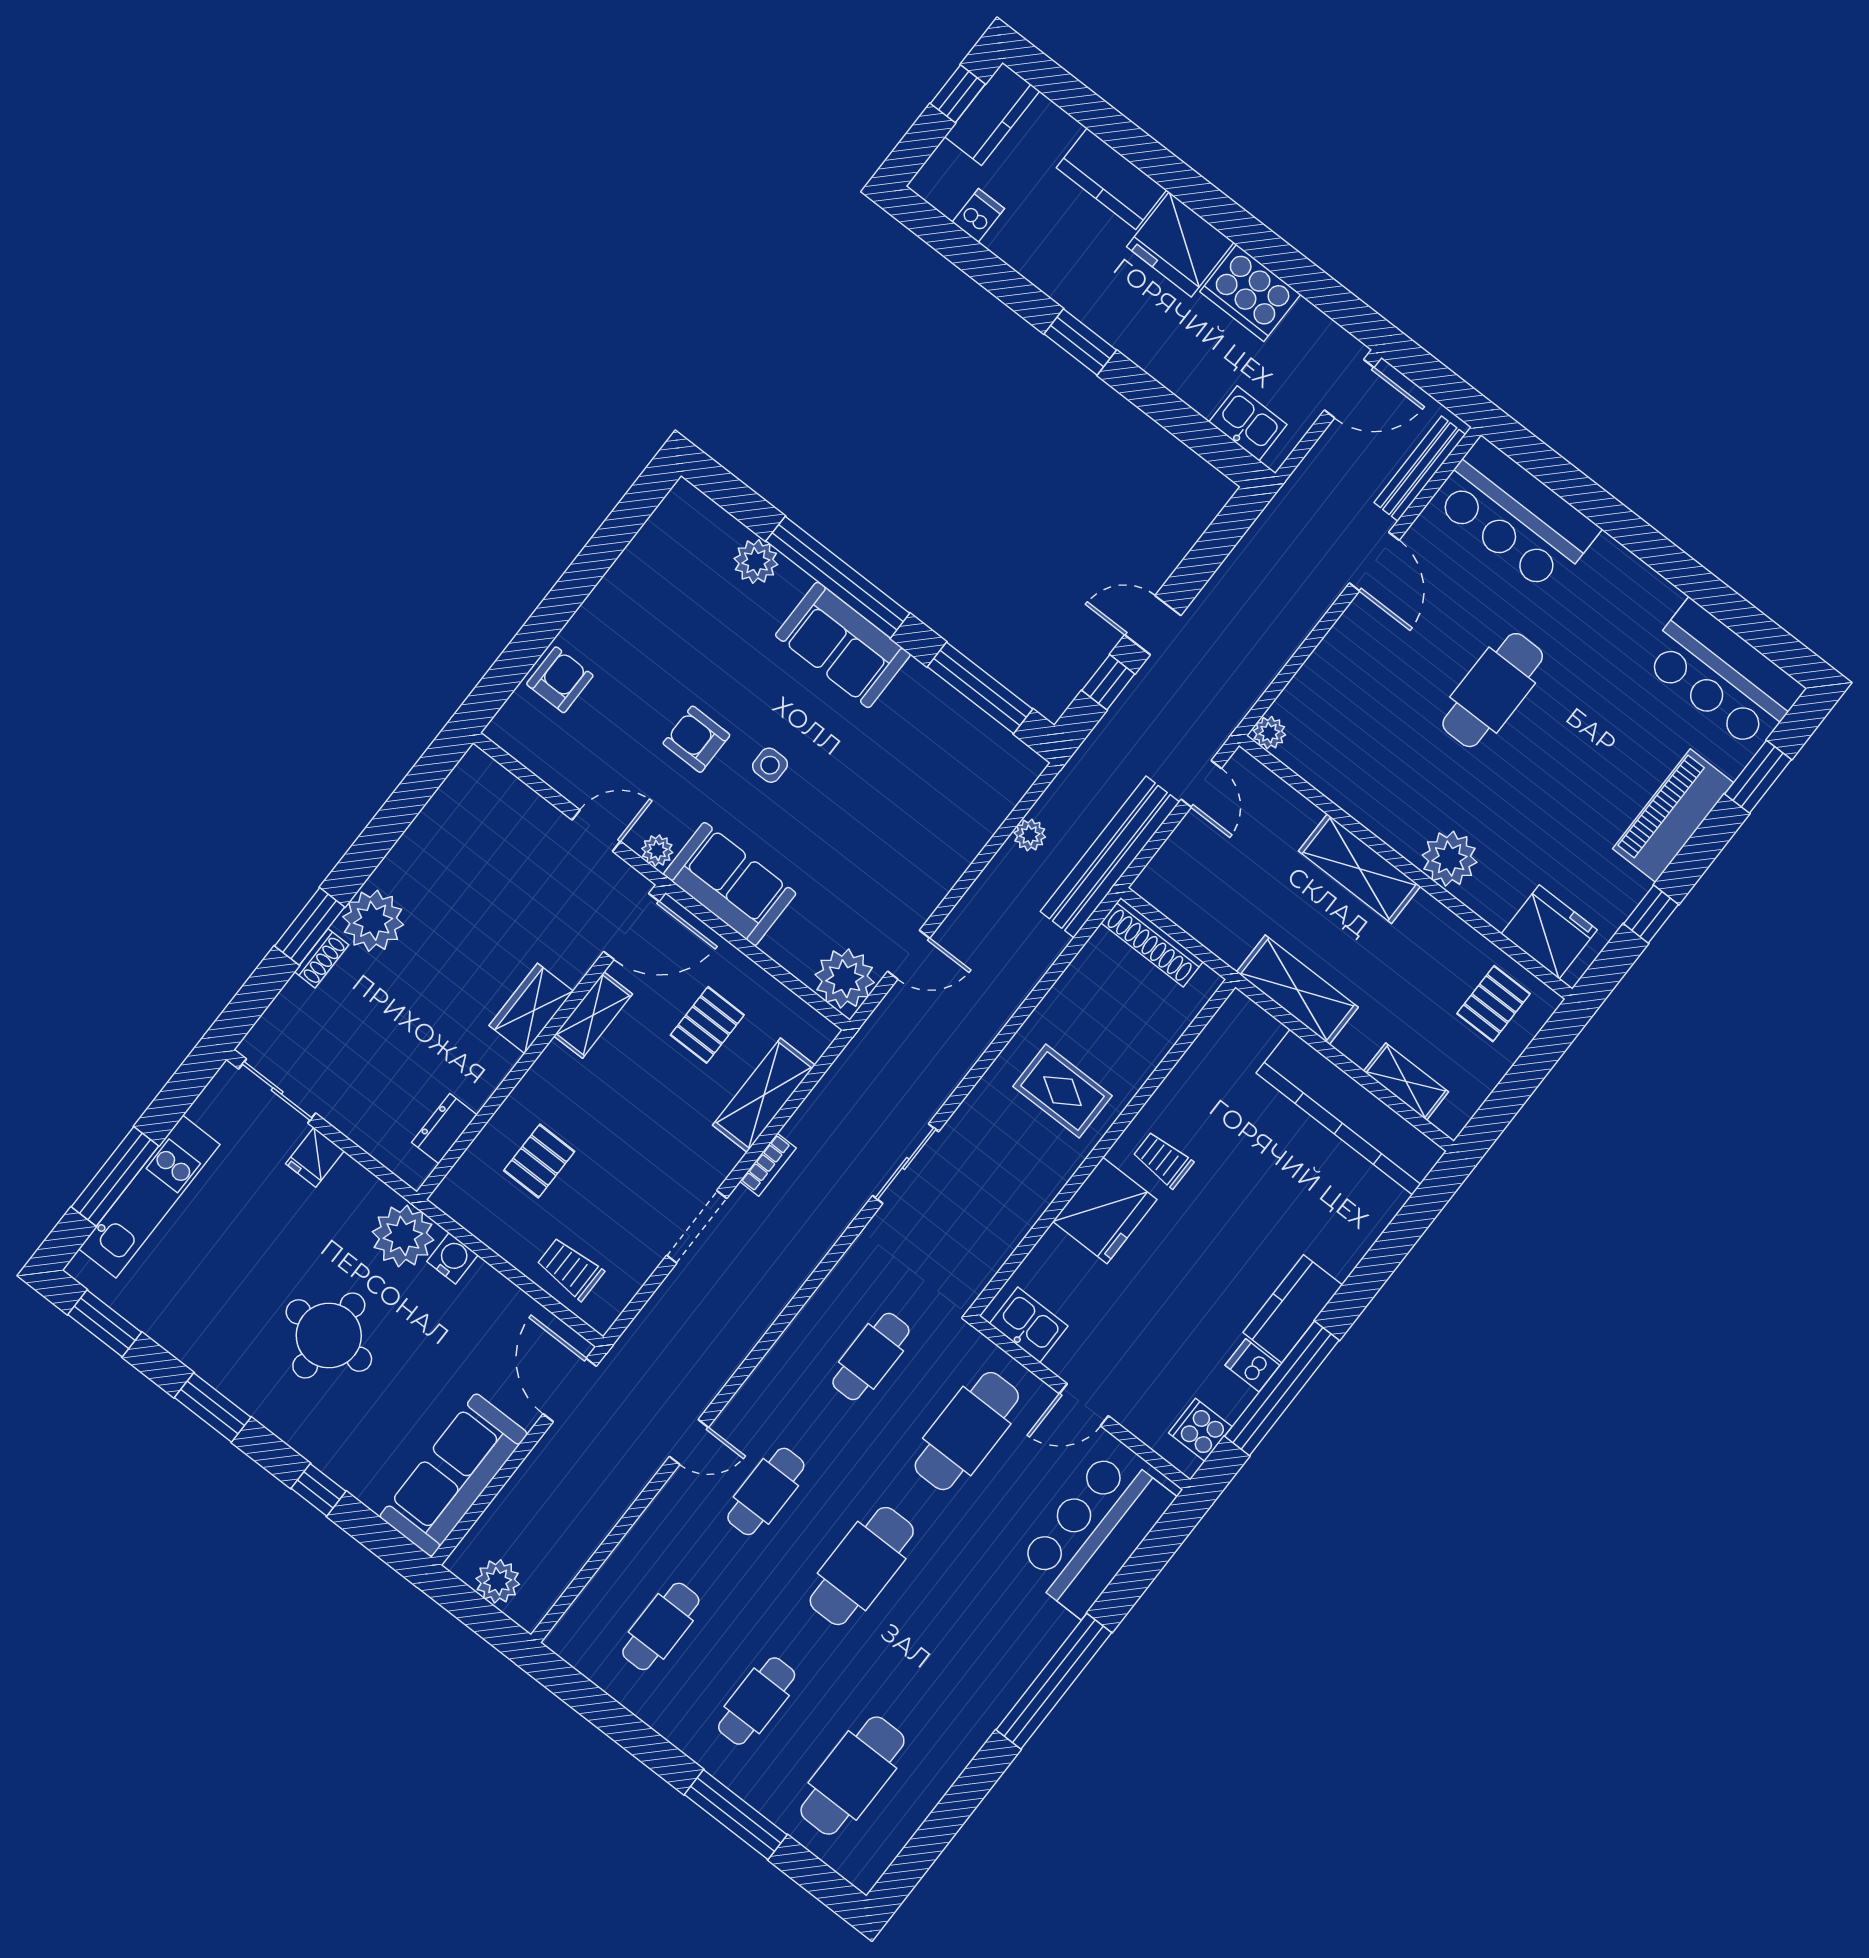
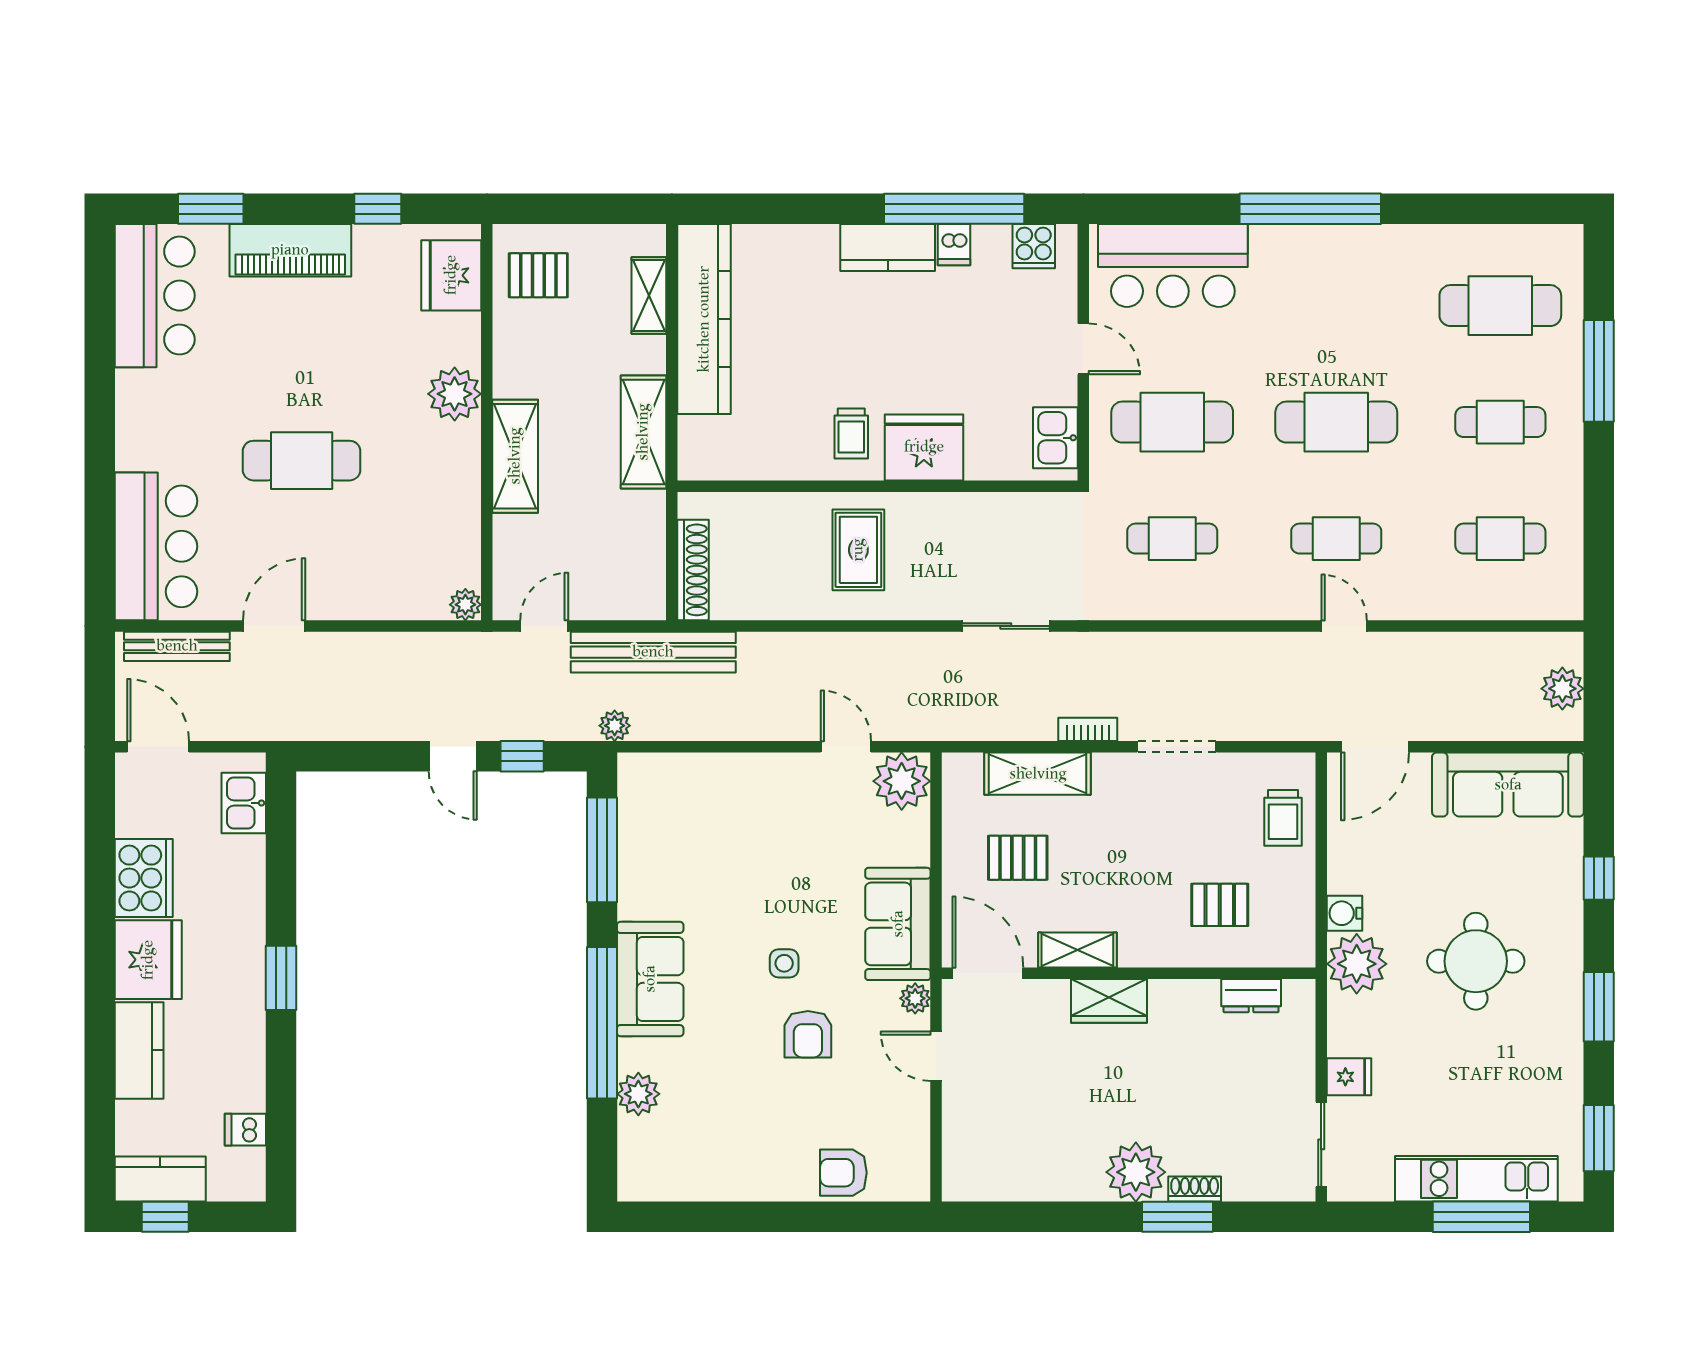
plant: (1030, 835) -> (615, 726), moved

